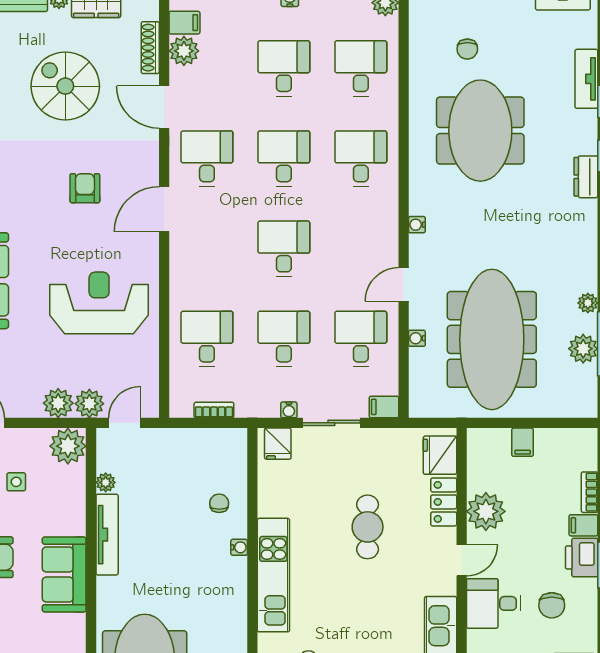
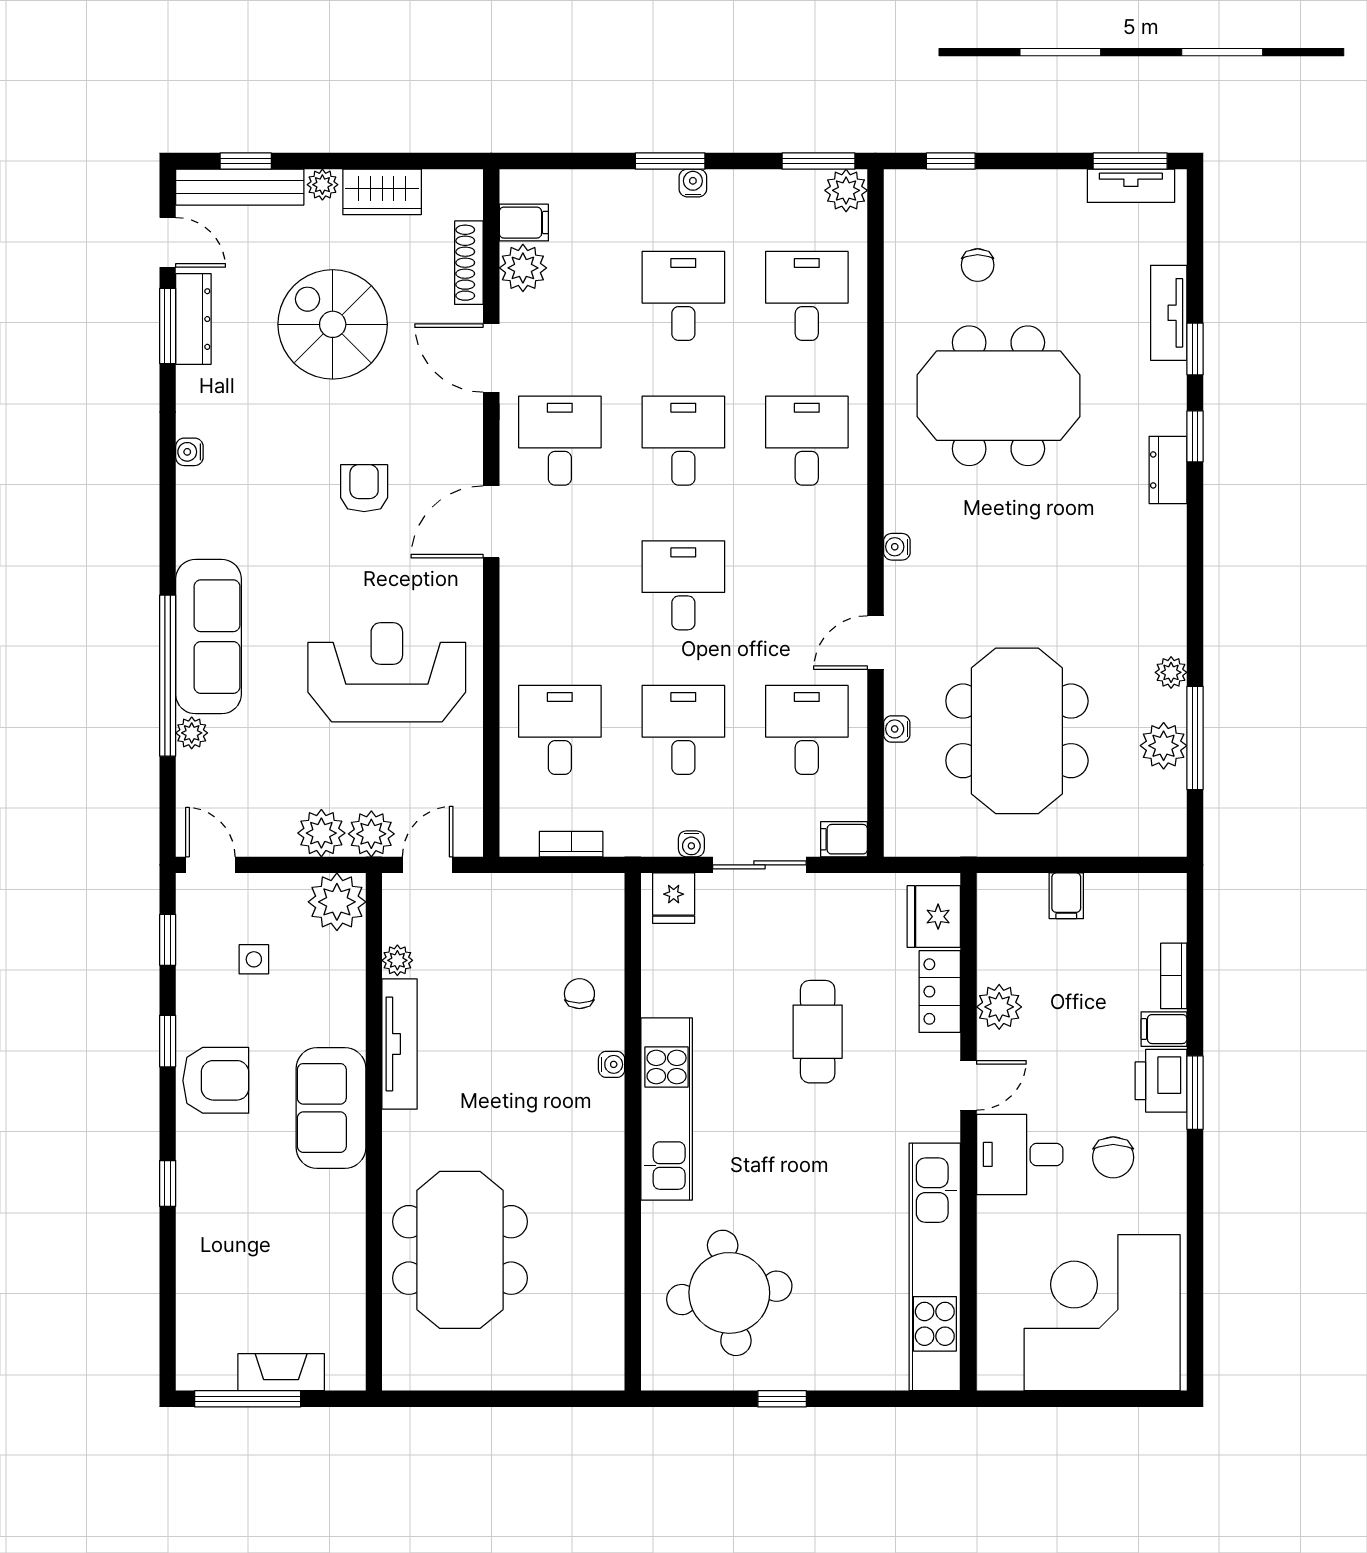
meeting table: (480, 131) -> (998, 396), turned 90
meeting table: (492, 339) -> (1017, 731), width x0.73
plant: (486, 511) -> (999, 1007), width x0.73, depth x0.73

